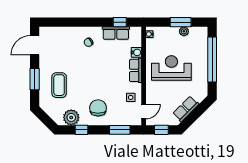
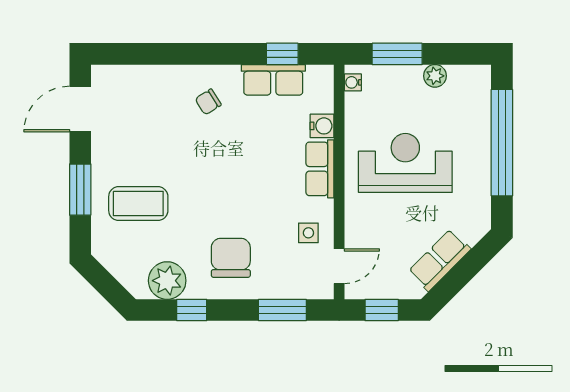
window: (181, 22) -> (397, 54), moved
coffee table: (59, 85) -> (138, 204), turned 90

